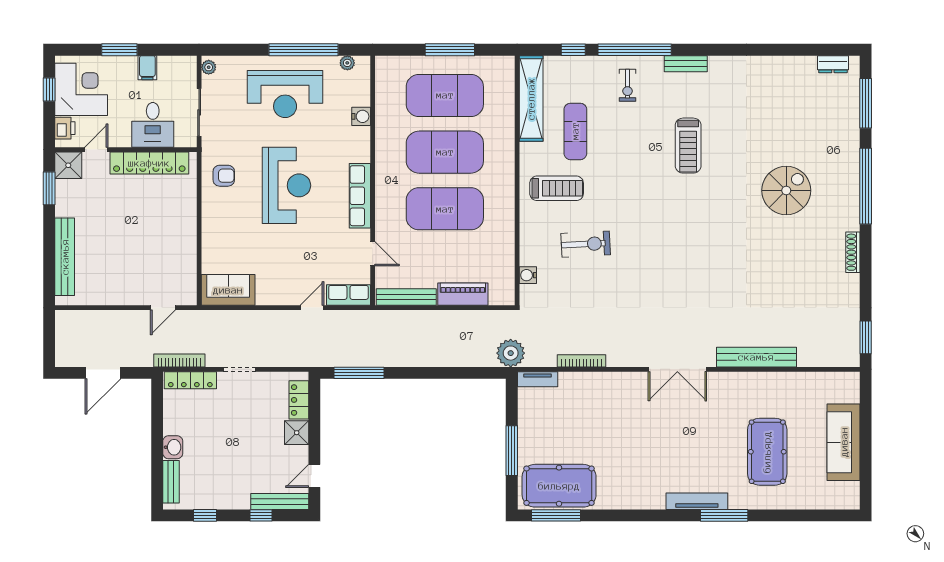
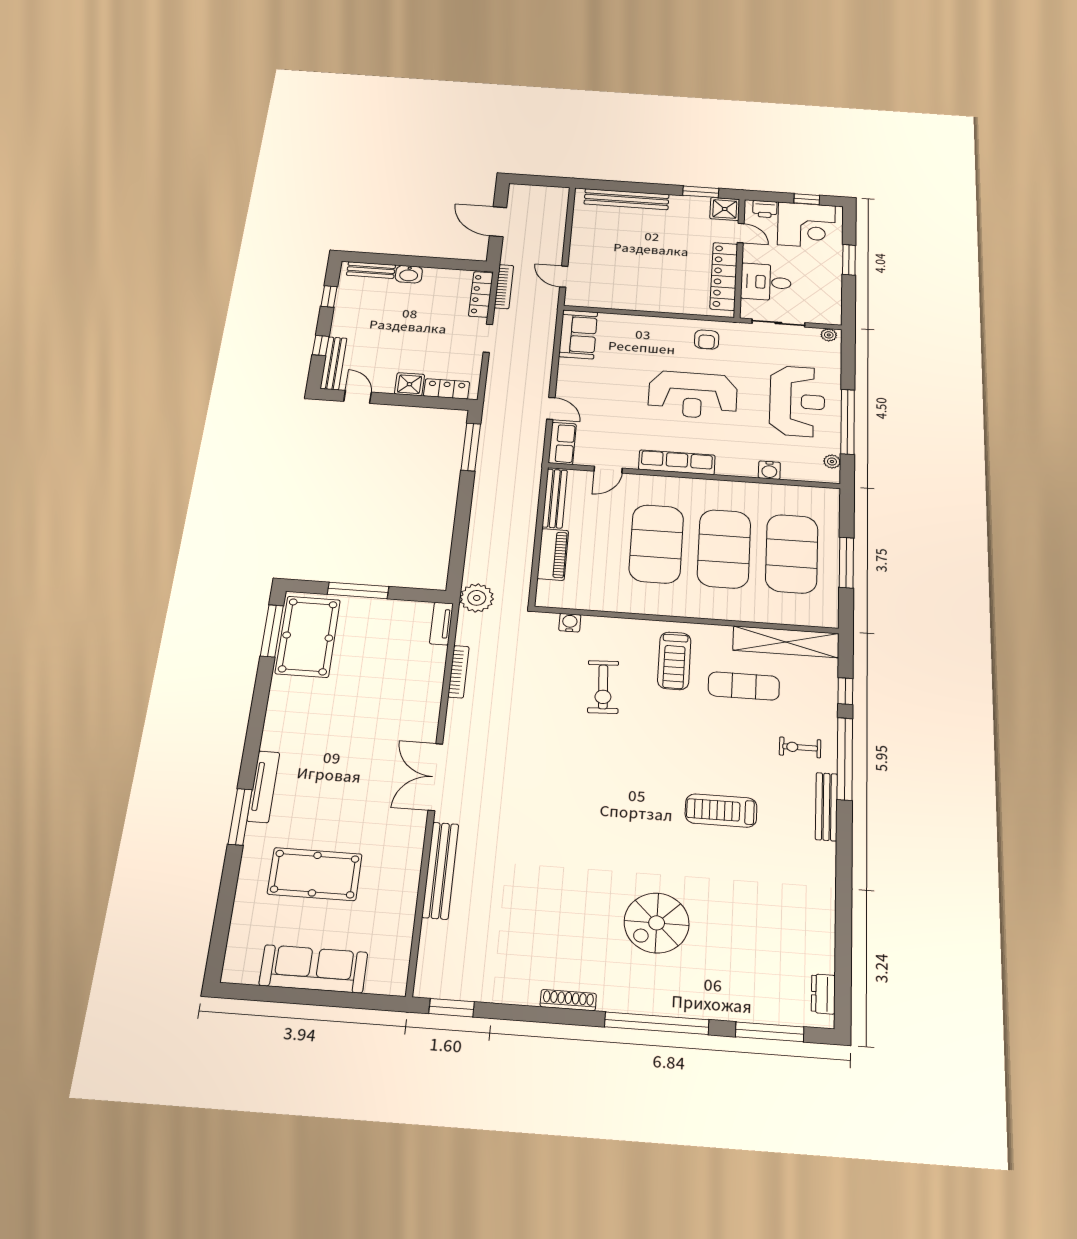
bench: (686, 64) -> (826, 807), width x1.36
filing cabinet: (147, 68) -> (829, 282), removed
reception desk: (285, 94) -> (797, 401), turned 180
spiral stairs: (786, 190) -> (657, 923), turned 90

